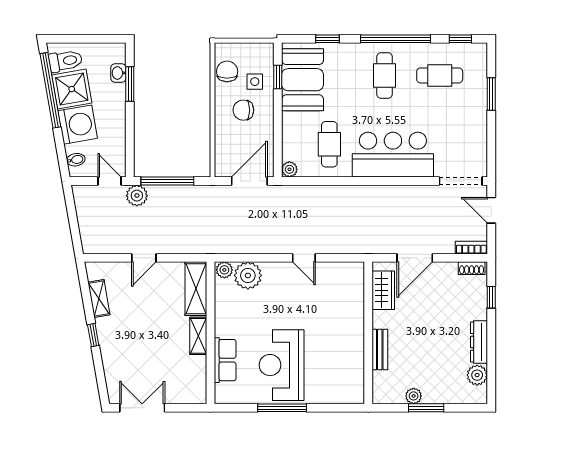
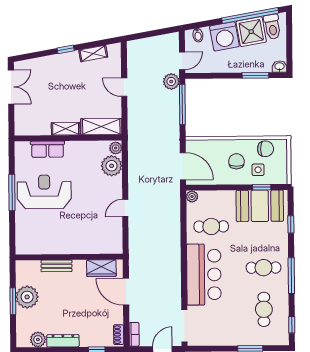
window: (396, 39) -> (291, 276), width x0.68
washbasin: (118, 73) -> (279, 67), moved
plant: (414, 396) -> (27, 297), width x1.88, depth x1.88

